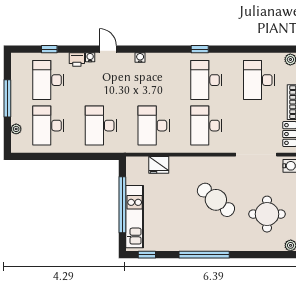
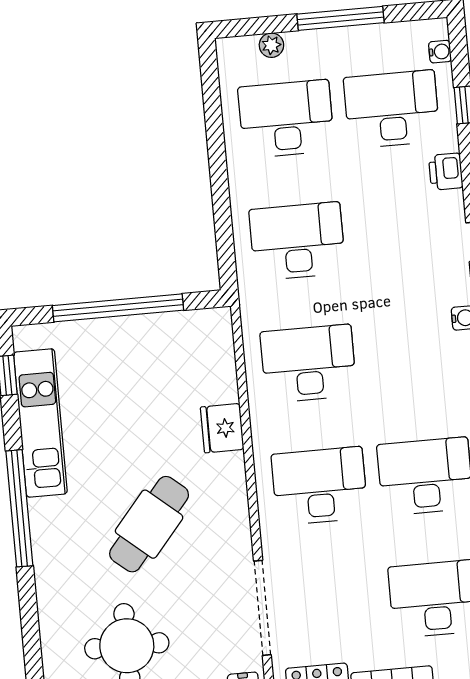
water cooler: (90, 57) -> (440, 52), moved
fridge: (159, 165) -> (222, 428), moved
kitchen unit: (135, 217) -> (40, 423), moved, turned -90

